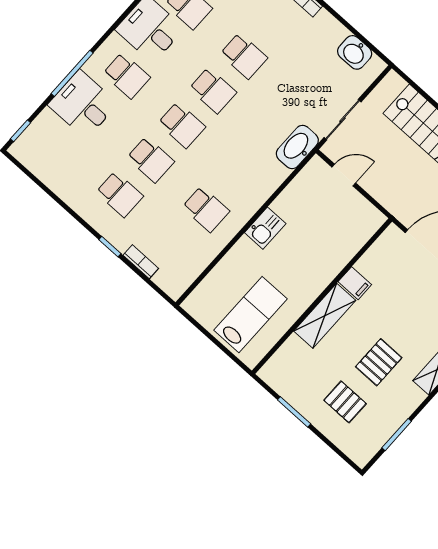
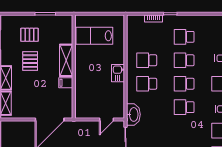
school desk: (244, 56) -> (147, 84), moved
lab bench: (251, 315) -> (94, 36), turned 90

